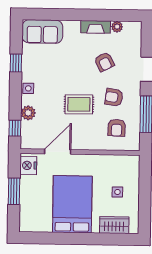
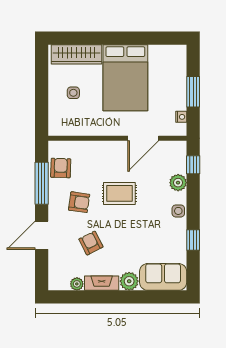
plant: (72, 28) -> (129, 281), added
armchair: (117, 128) -> (61, 168), moved
nightstand: (28, 165) -> (181, 117), width x0.53, depth x0.56
wardrobe: (114, 225) -> (77, 54), width x1.50

